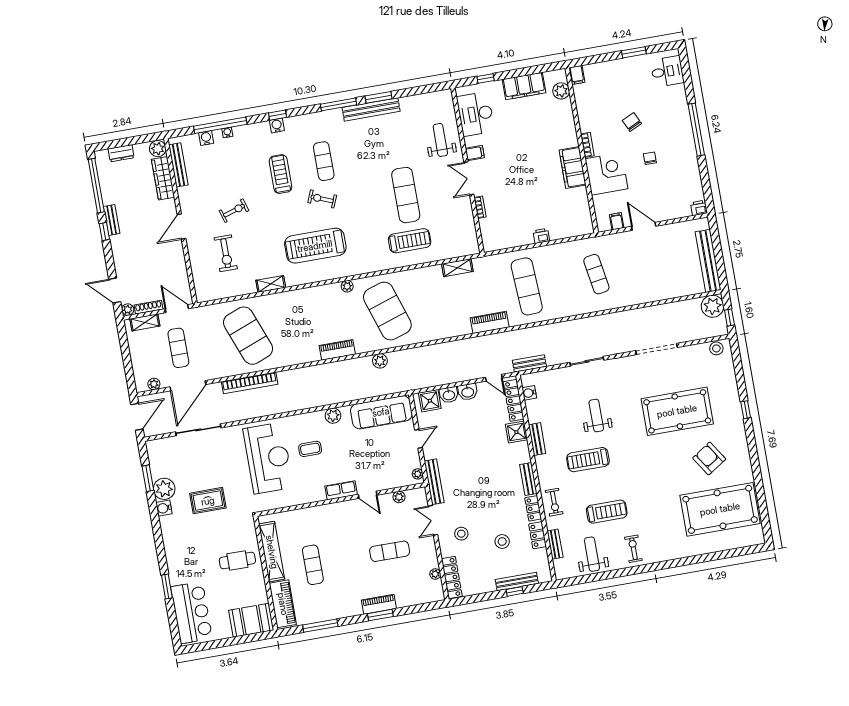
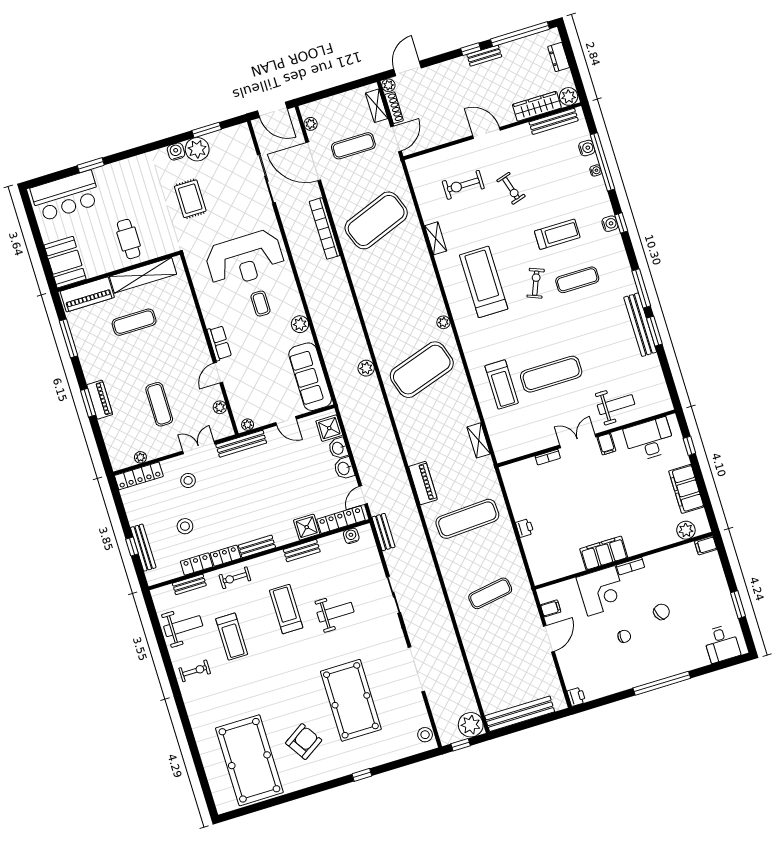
piano: (337, 350) -> (372, 320), removed

